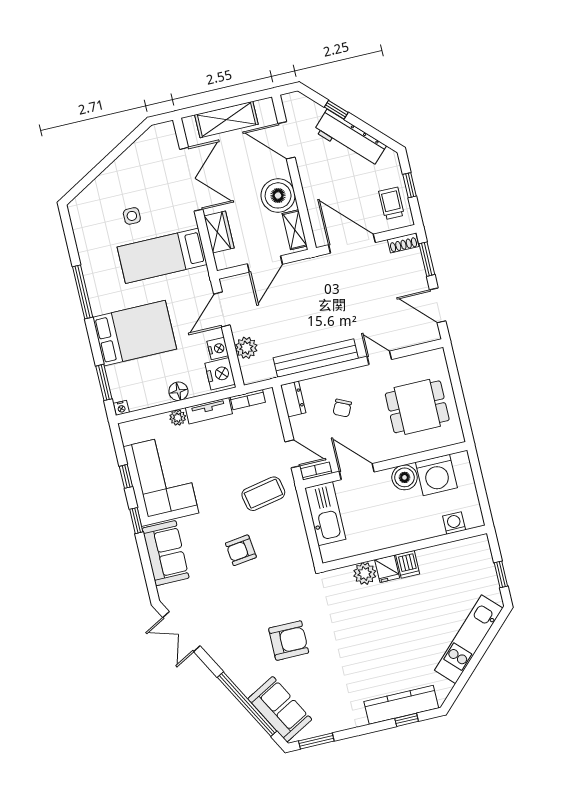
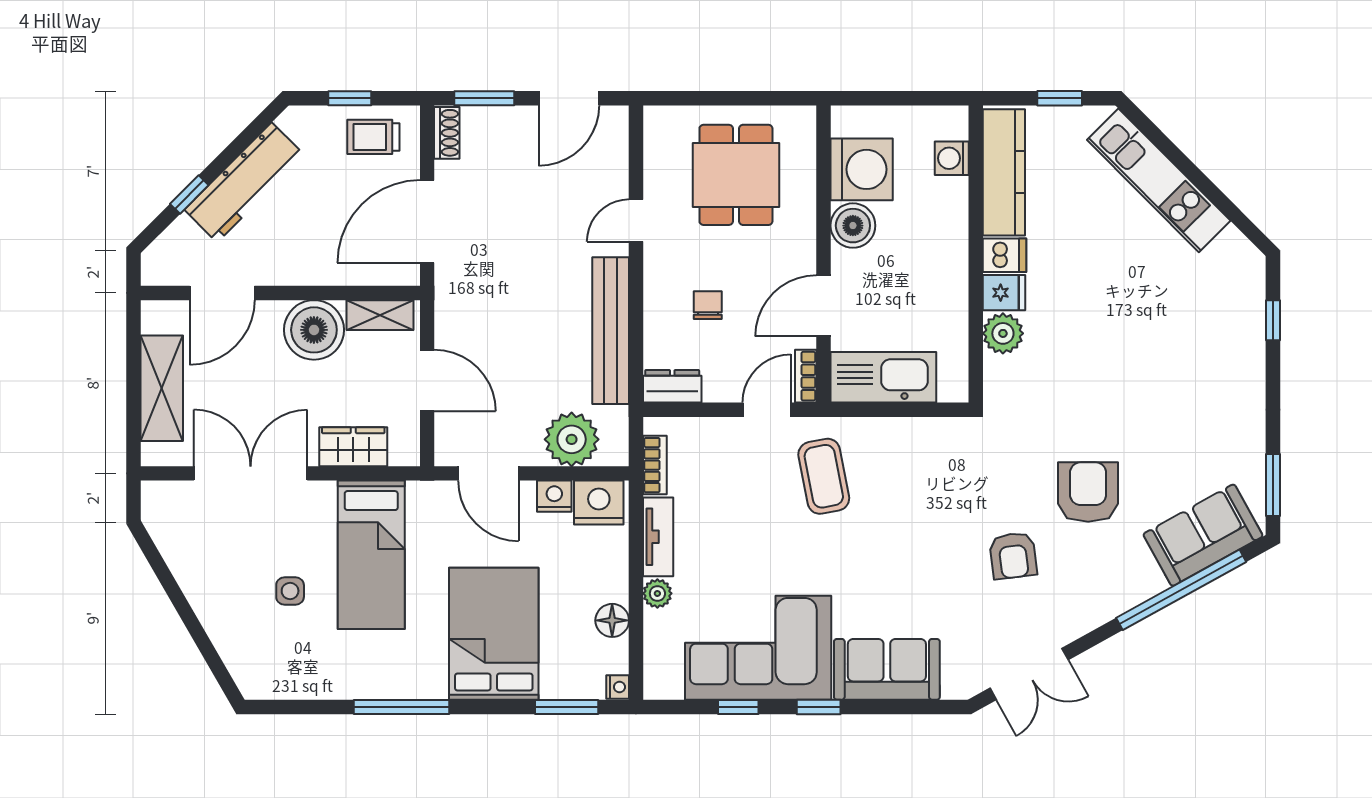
plant: (246, 348) -> (572, 439), width x1.36, depth x1.36
floor lamp: (178, 391) -> (612, 620), moved
chair: (342, 408) -> (708, 305), turned -115
armchair: (241, 550) -> (1013, 556), moved
kitchen counter: (401, 705) -> (1004, 172), moved, turned 180

